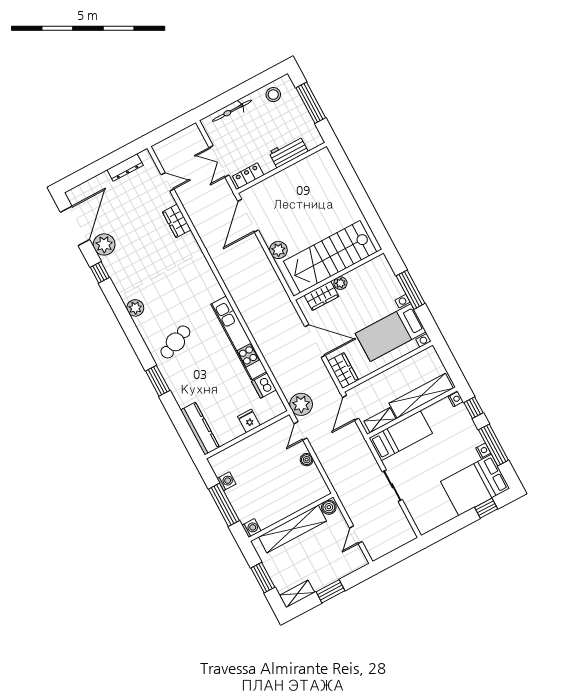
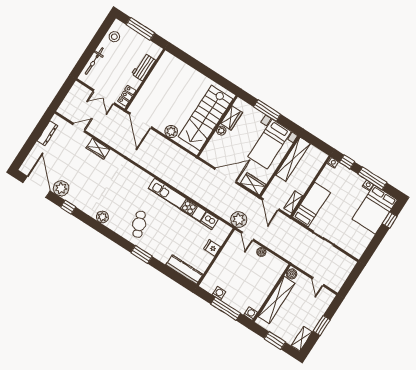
wardrobe: (321, 296) -> (231, 118), moved
shelving: (421, 396) -> (293, 159), moved

